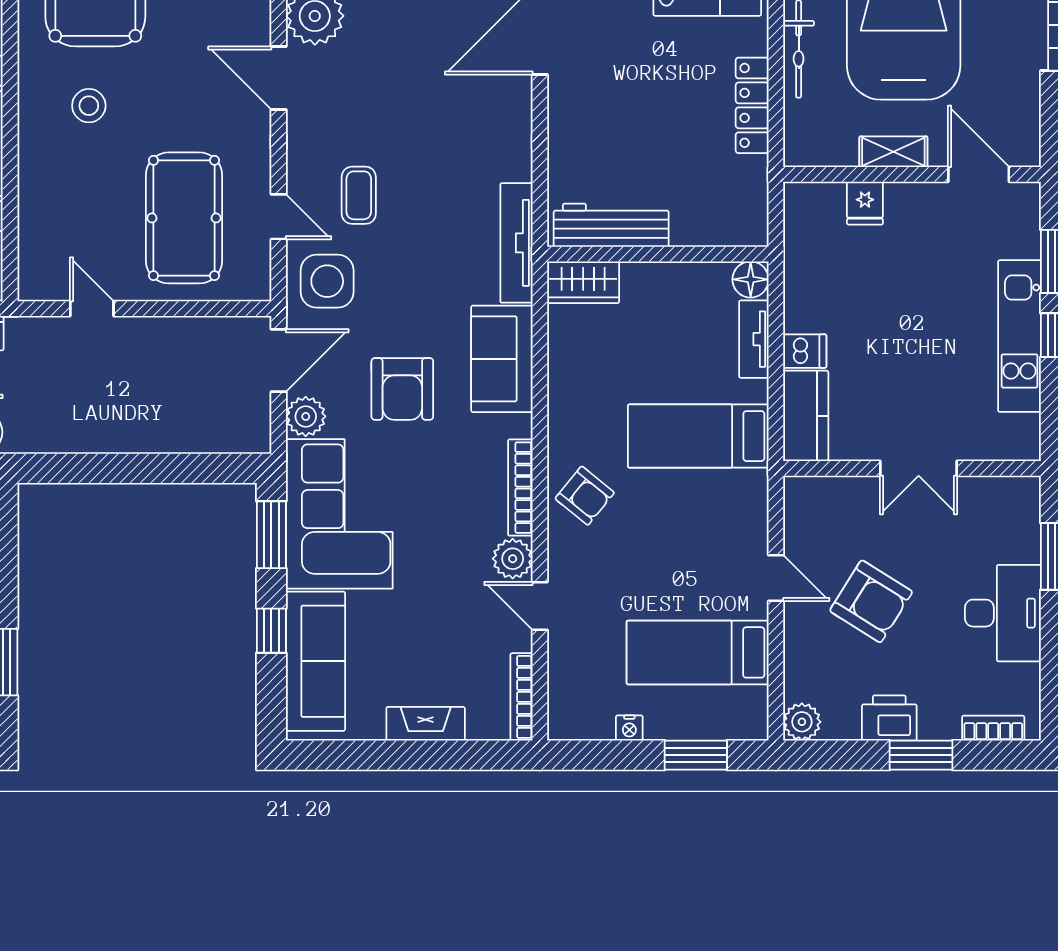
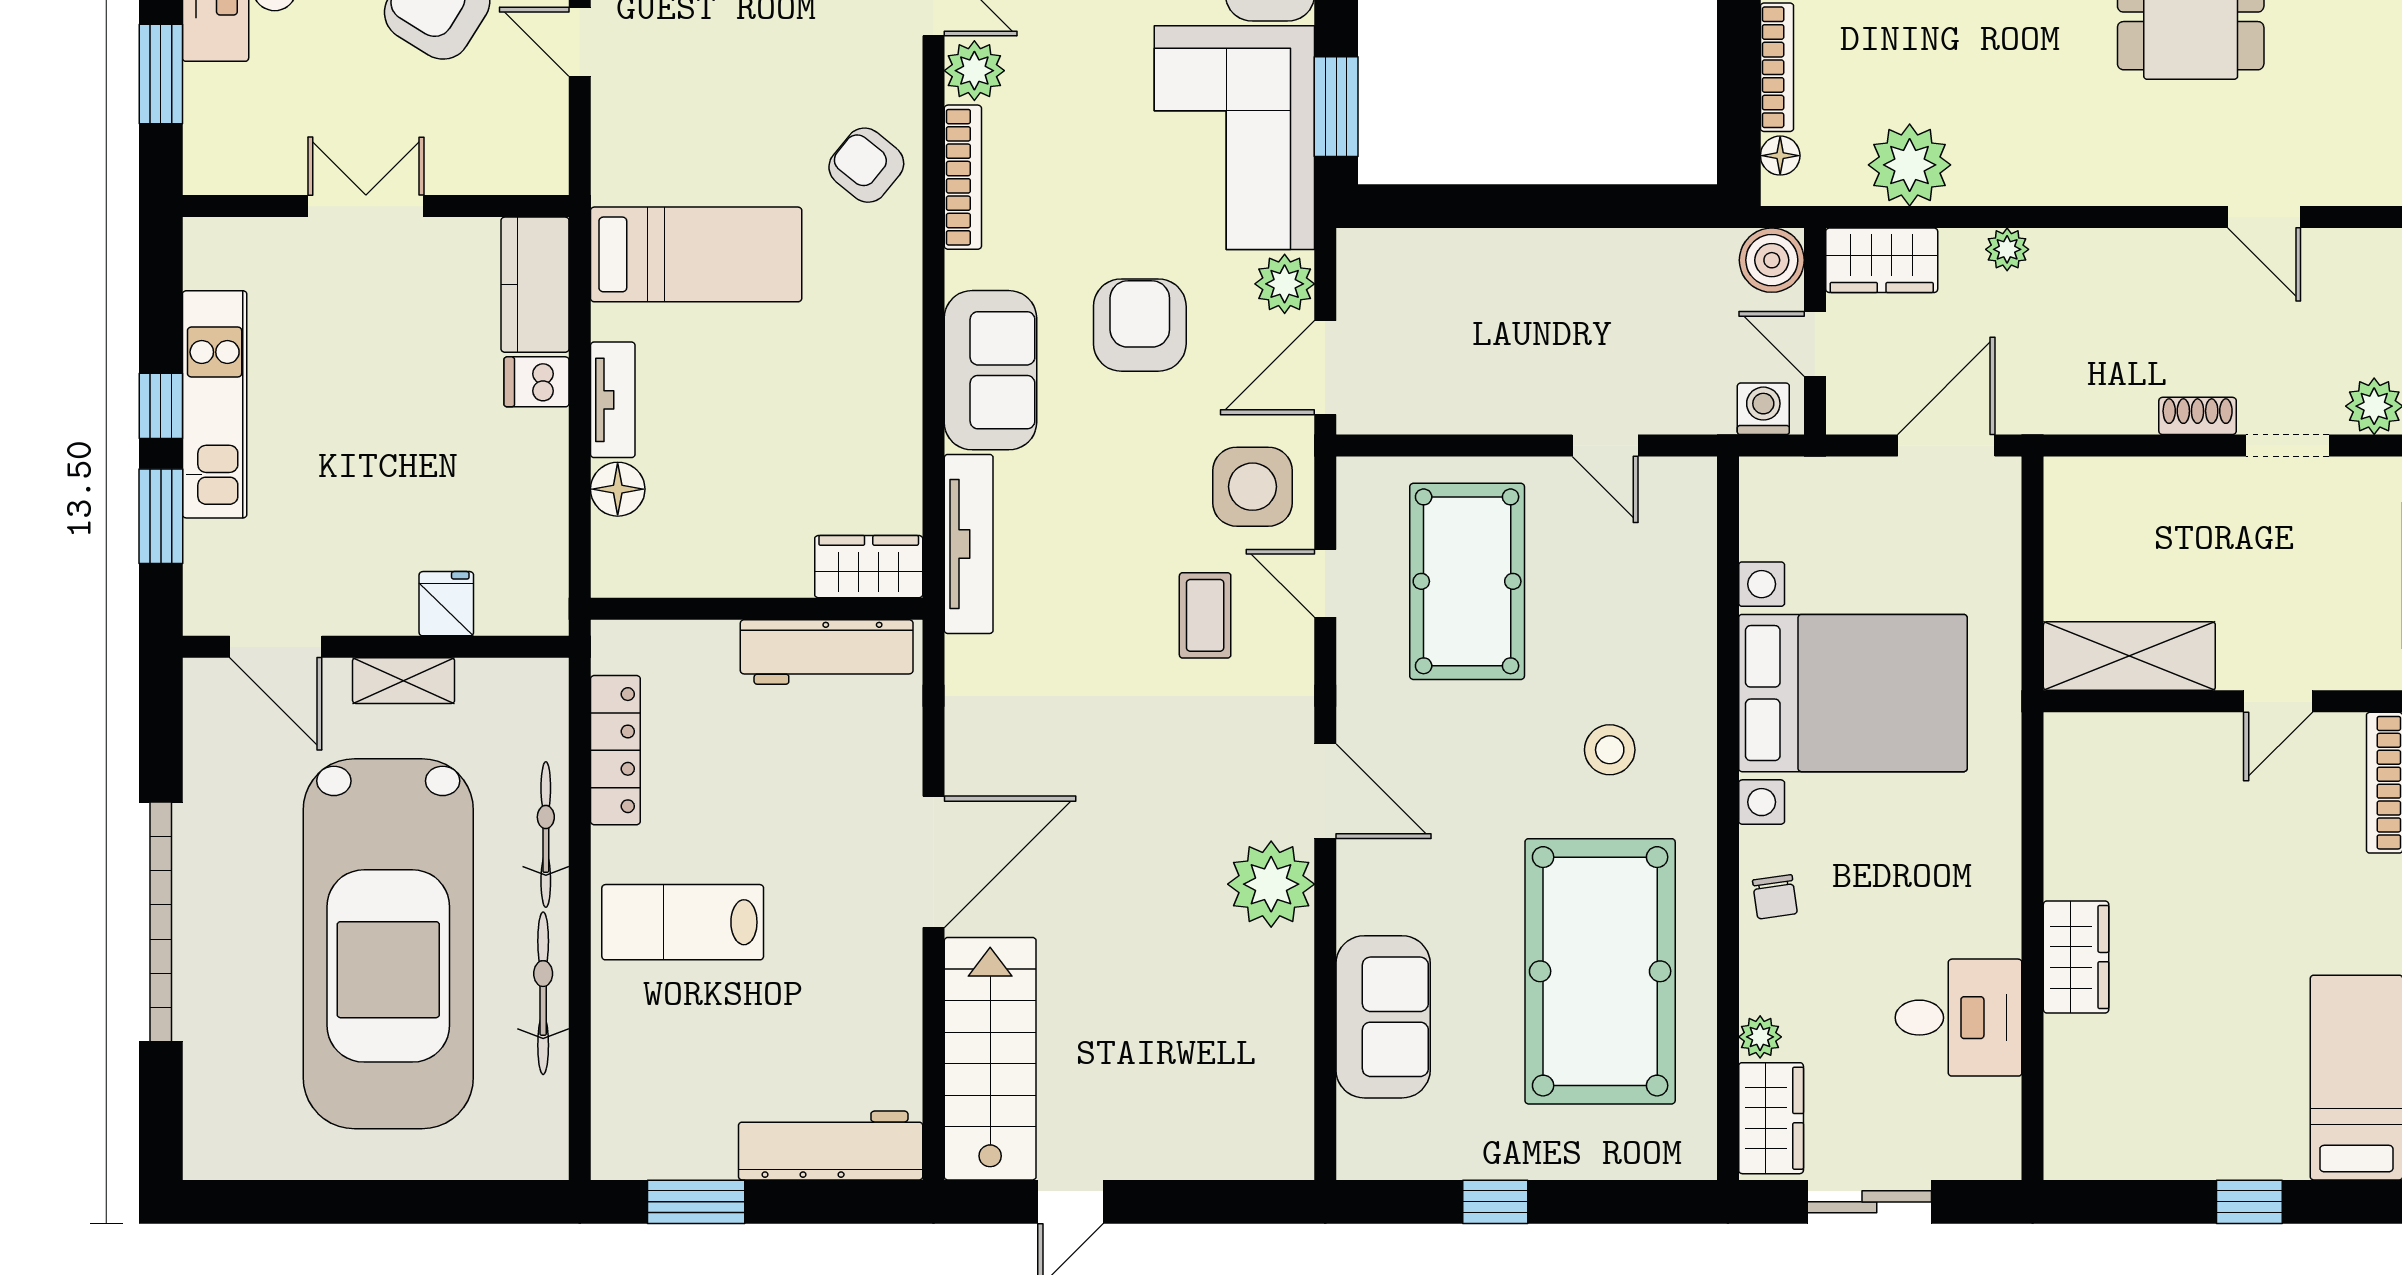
workbench: (611, 225) -> (827, 652), moved
wall: (658, 254) -> (757, 609), moved
wardrobe: (583, 282) -> (869, 567), moved

